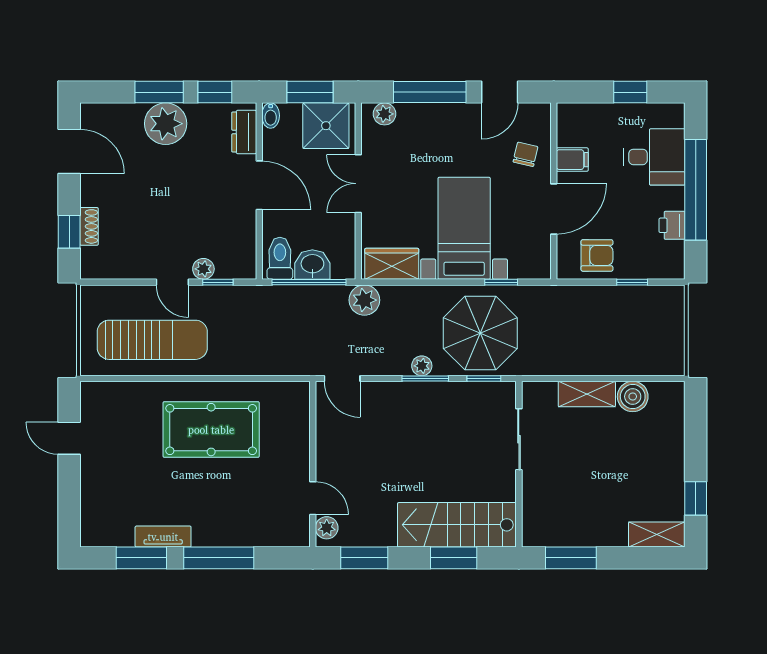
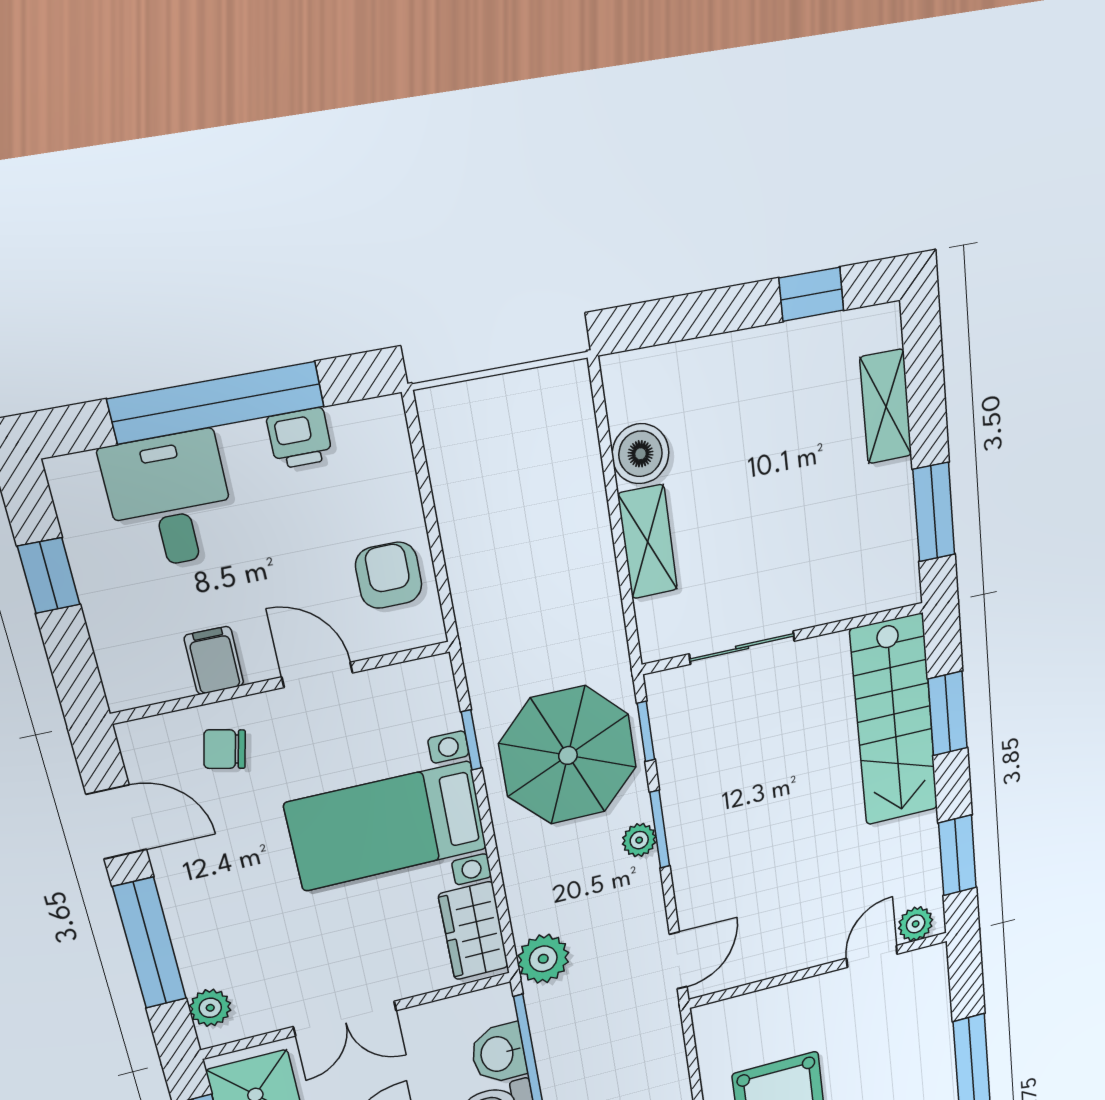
door: (554, 209) -> (317, 675), width x0.73
window: (632, 282) -> (427, 497), removed
shelving: (657, 535) -> (886, 407), moved

